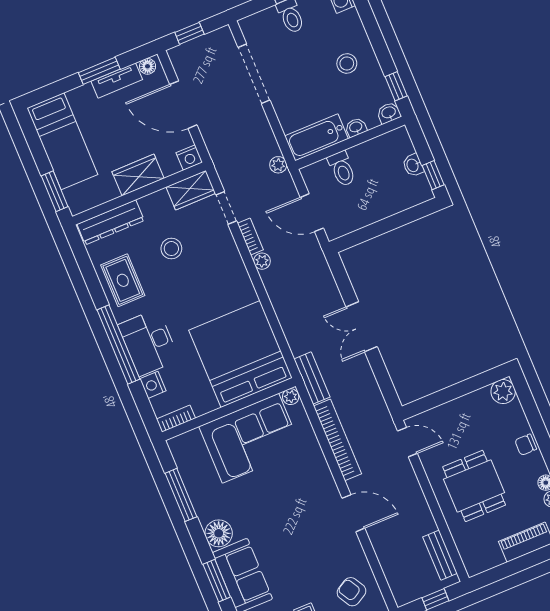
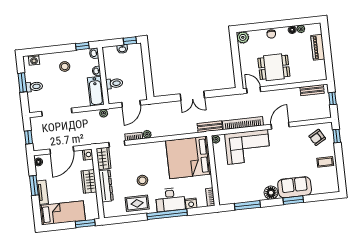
tv unit: (117, 80) -> (42, 192), moved
dresser: (111, 222) -> (106, 186), moved
stool: (171, 249) -> (142, 180), moved
corner sofa: (250, 438) -> (248, 147), moved, turned 90
door: (407, 442) -> (254, 90), hinge flipped
dining table: (474, 486) -> (274, 67), moved

